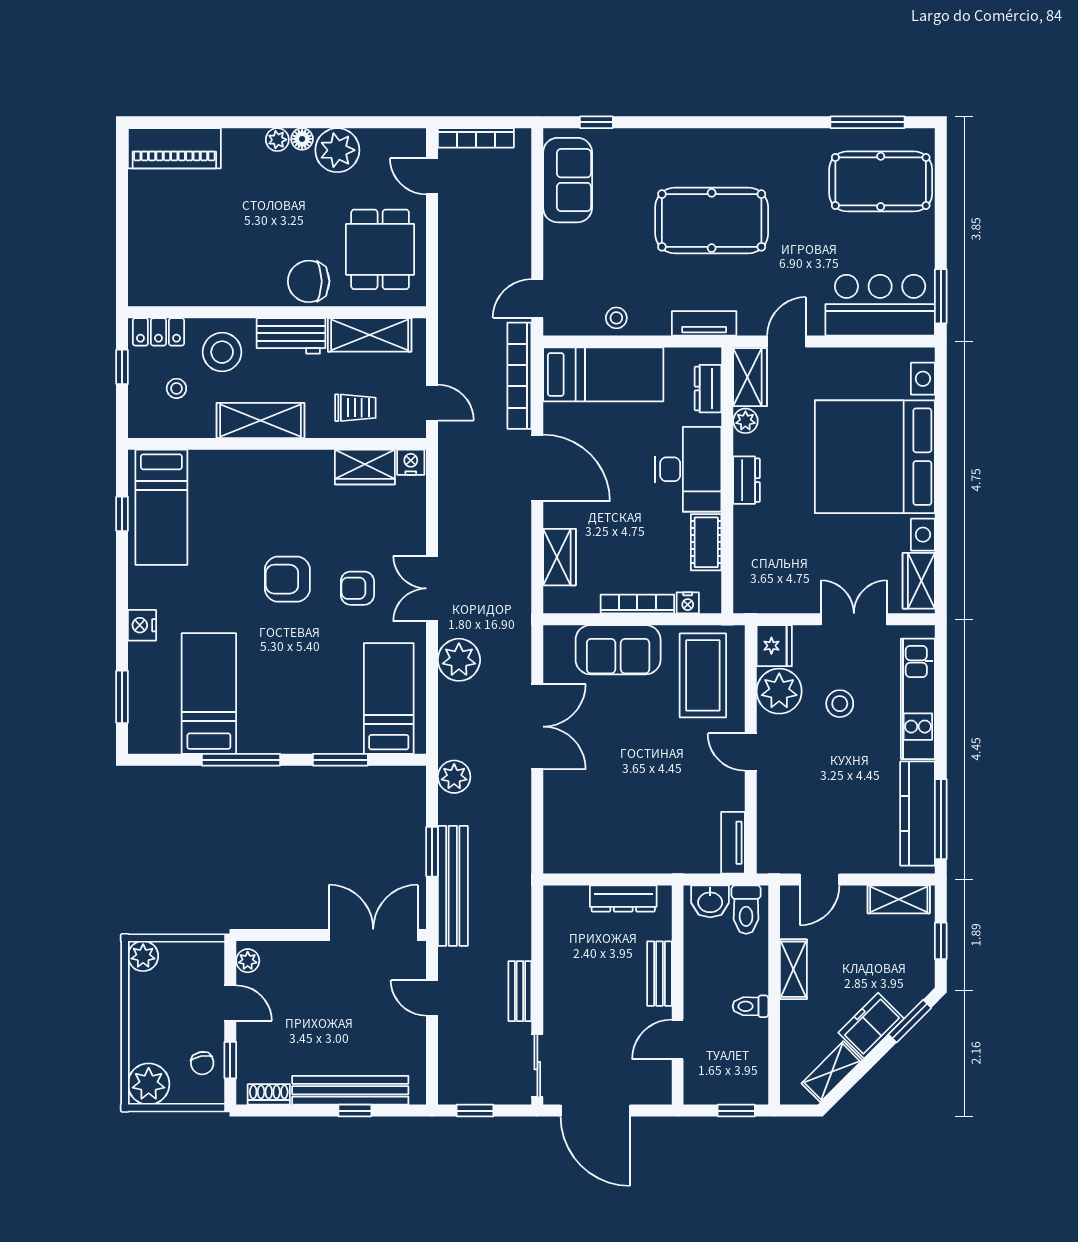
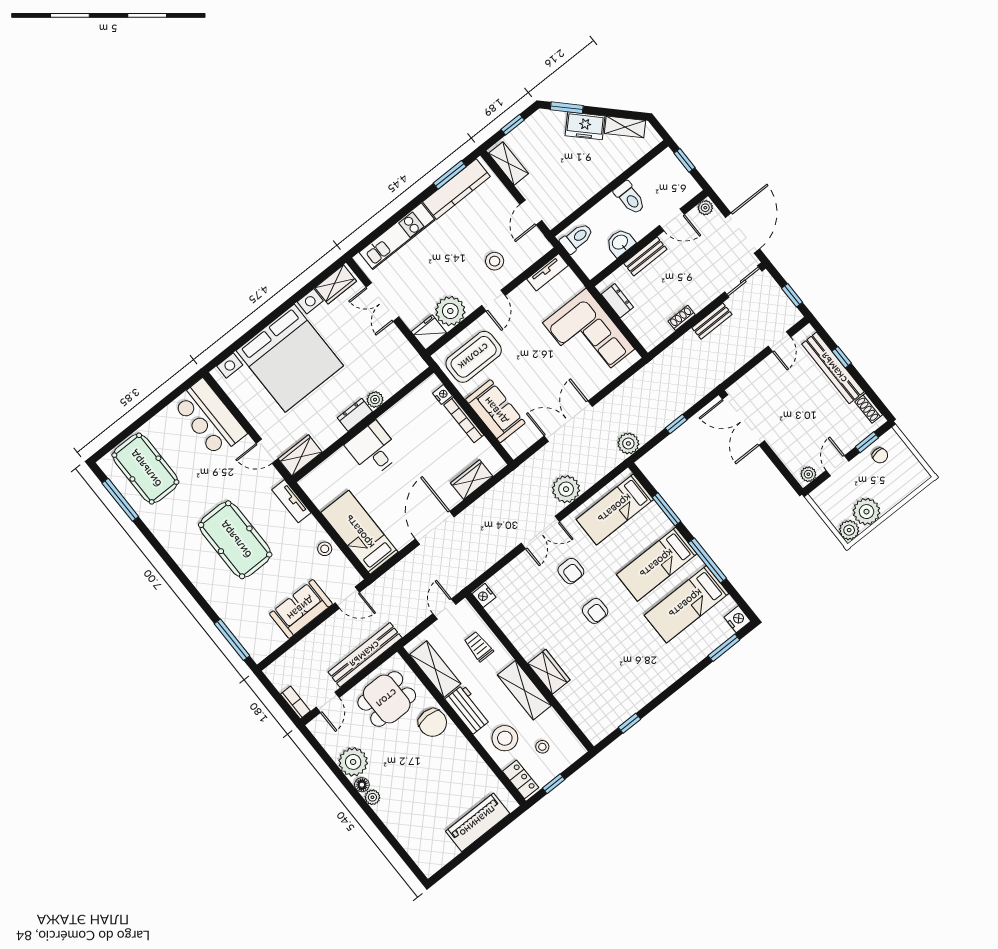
window: (596, 122) -> (232, 640), width x2.17
bookcase: (476, 138) -> (295, 703), width x0.64
piano: (174, 148) -> (478, 822), moved, turned -90
sofa: (568, 180) -> (301, 609), moved
window: (941, 296) -> (180, 390), removed
bookcase: (519, 376) -> (395, 575), removed
dresser: (708, 389) -> (323, 472), removed
plant: (745, 421) -> (375, 400), moved
wardrobe: (365, 467) -> (549, 672), moved
desk: (688, 469) -> (373, 449), width x0.73
bed: (161, 507) -> (657, 564), moved, turned 180
cot: (706, 542) -> (404, 410), removed
armchair: (287, 579) -> (595, 611), width x0.72, depth x0.72
nightstand: (142, 625) -> (737, 619), moved, turned -90
stool: (840, 704) -> (495, 261), moved
window: (941, 819) -> (450, 175), width x0.69
corner sofa: (619, 831) -> (589, 336), added
window: (432, 852) -> (676, 424), width x0.67
door: (820, 880) -> (531, 213), swing flipped
bench: (453, 886) -> (365, 655), moved
dresser: (623, 898) -> (617, 301), width x0.70
washbasin: (710, 901) -> (620, 243), moved, turned -90
shoe rack: (552, 958) -> (682, 318), added
shelving: (793, 969) -> (588, 189), removed
door: (432, 998) -> (779, 342), moved
toilet: (750, 1006) -> (630, 198), width x1.37, depth x1.39
chair: (202, 1063) -> (880, 455), turned 97
plant: (149, 1084) -> (867, 512), moved
plant: (661, 1090) -> (705, 208), added

